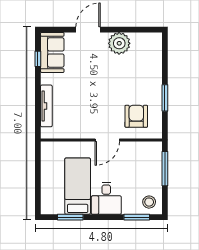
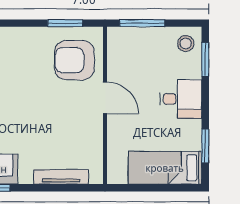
window: (165, 98) -> (65, 23), moved
armchair: (136, 116) -> (74, 60), width x1.36, depth x1.36
bed: (78, 186) -> (165, 168), moved

